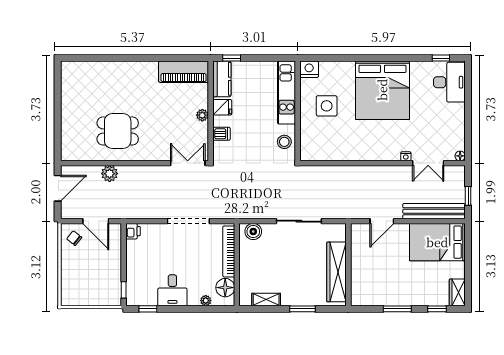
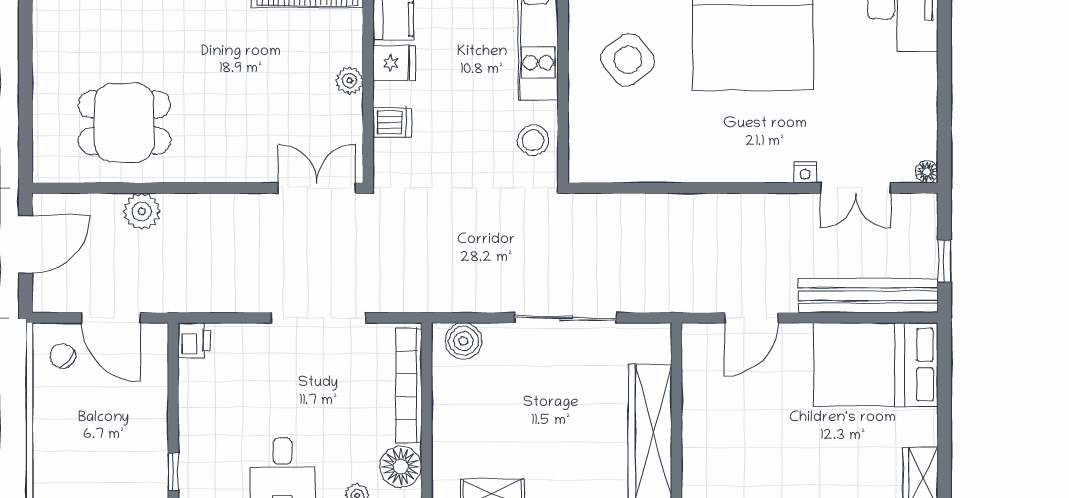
side table: (327, 106) -> (628, 60), turned -38
dining table: (118, 131) -> (124, 123), moved

